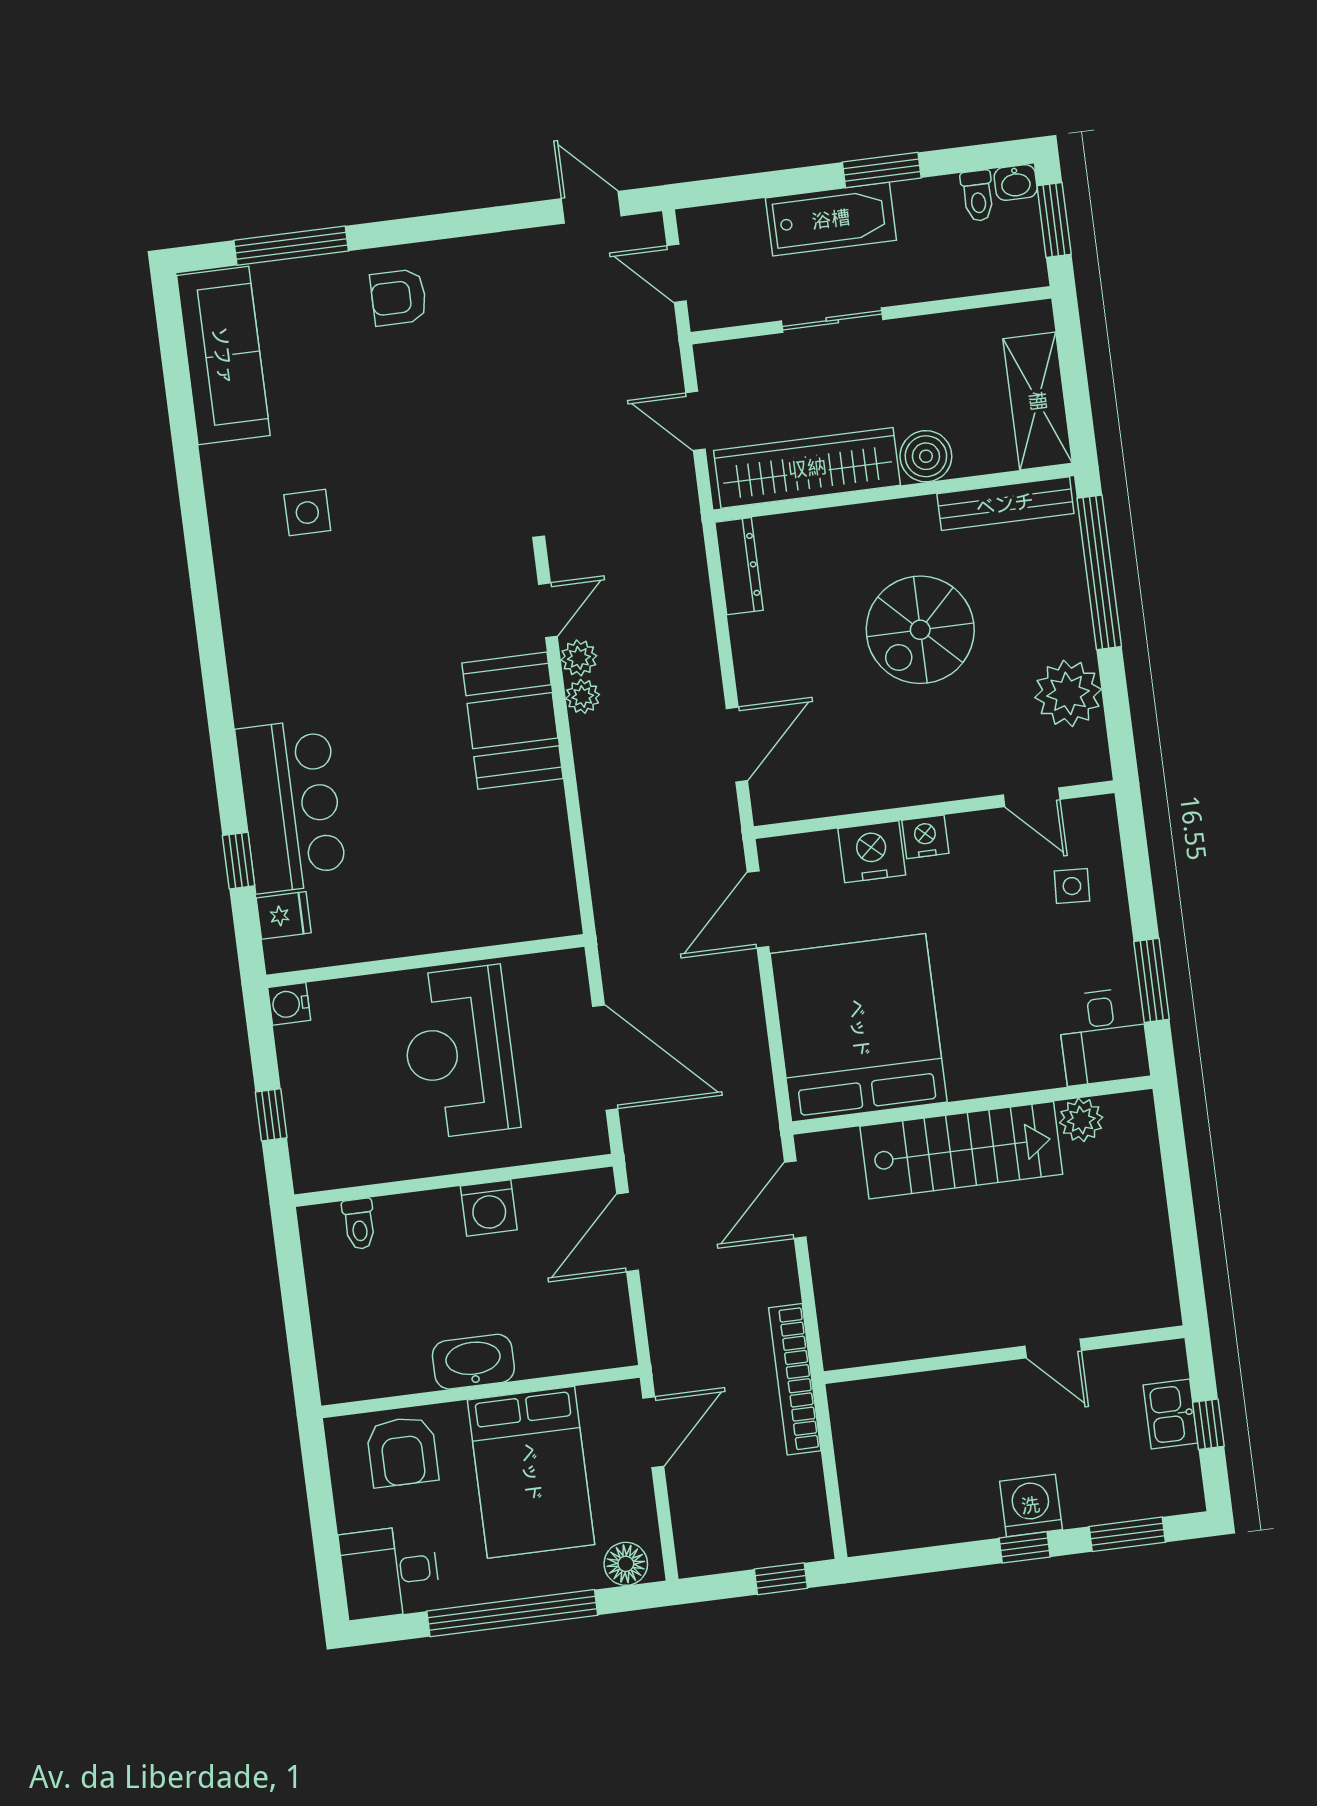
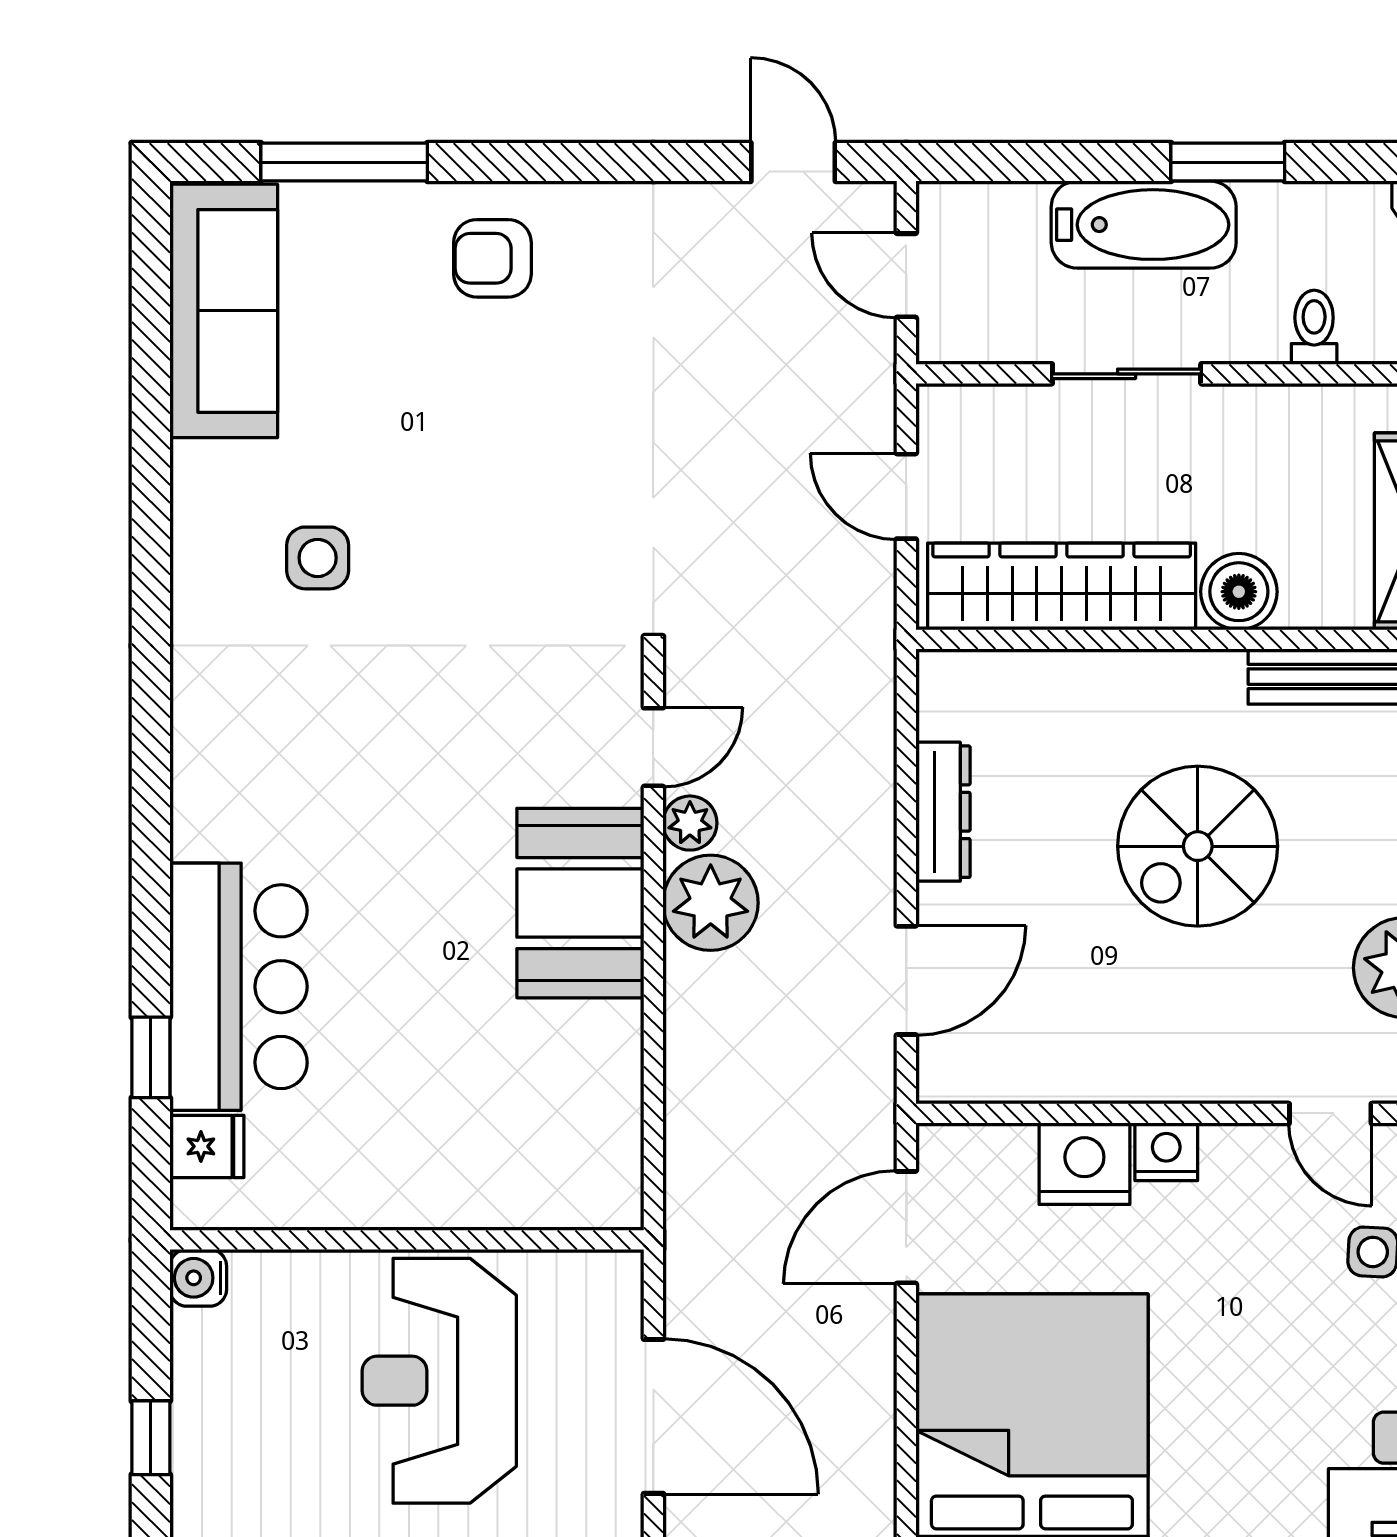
toilet: (978, 196) -> (1314, 327), moved, turned 180
dresser: (739, 566) -> (943, 812), moved
plant: (583, 696) -> (711, 903), width x1.88, depth x1.88

